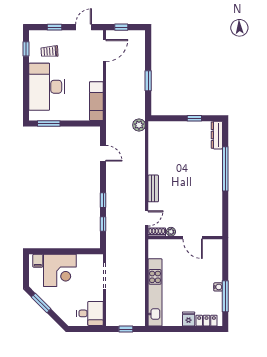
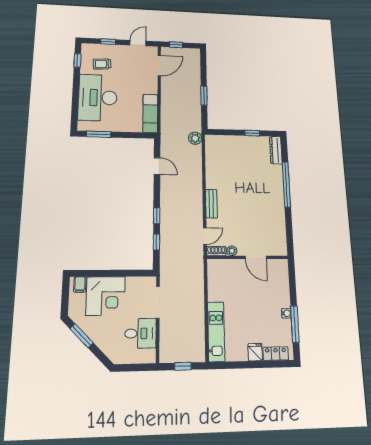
kitchen unit: (155, 292) -> (216, 332), width x0.73
desk: (90, 313) -> (140, 333), moved

